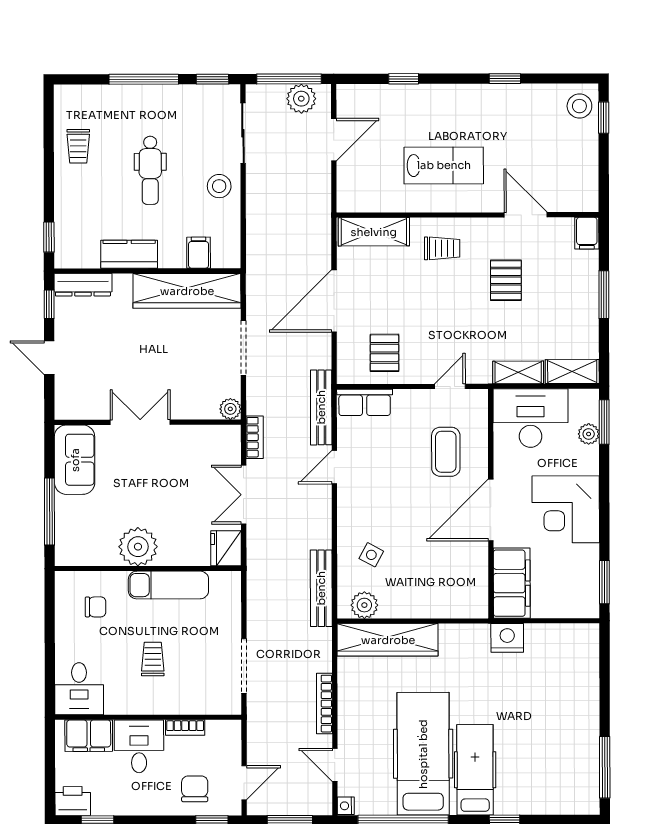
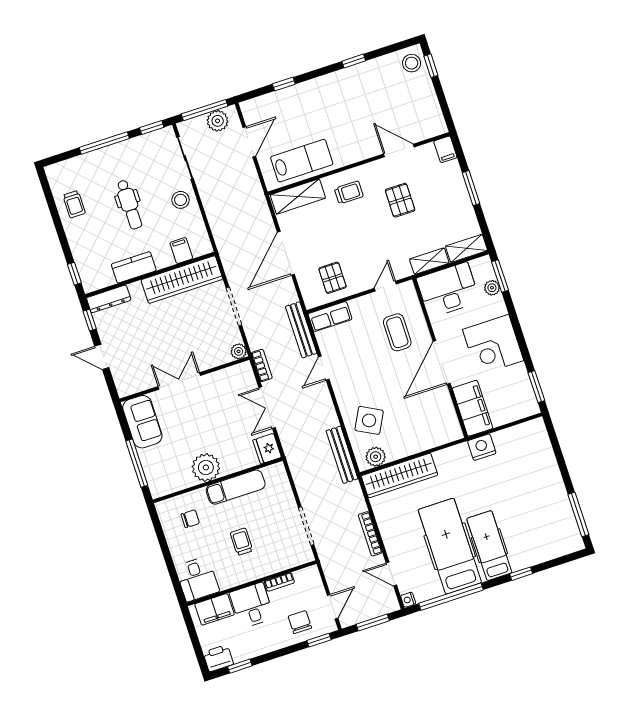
lab bench: (444, 165) -> (302, 161), moved
side table: (371, 555) -> (369, 420), width x1.87, depth x1.87

